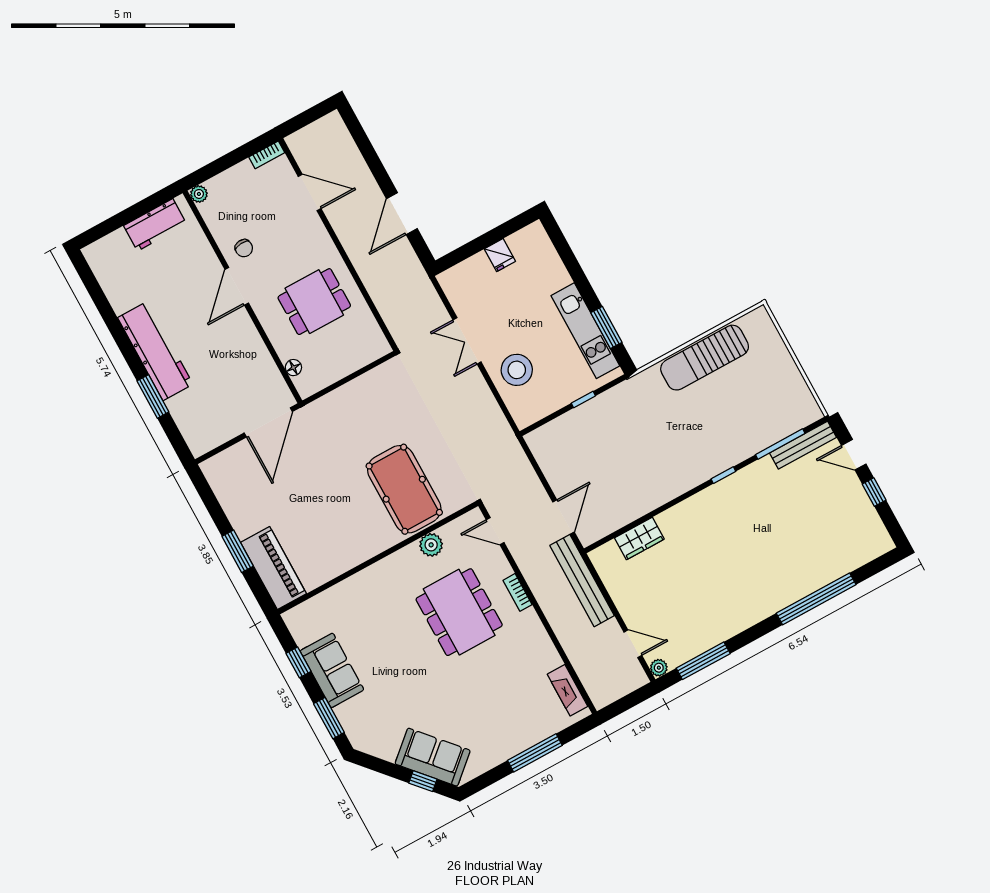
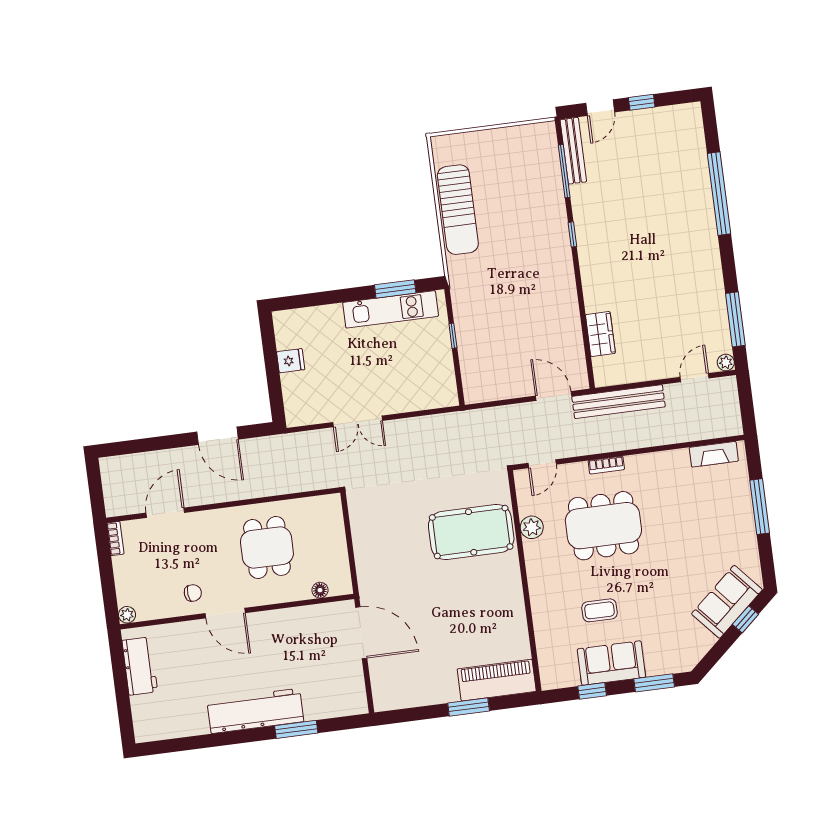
stool: (517, 370) -> (402, 386), removed
coffee table: (377, 640) -> (599, 610), added

